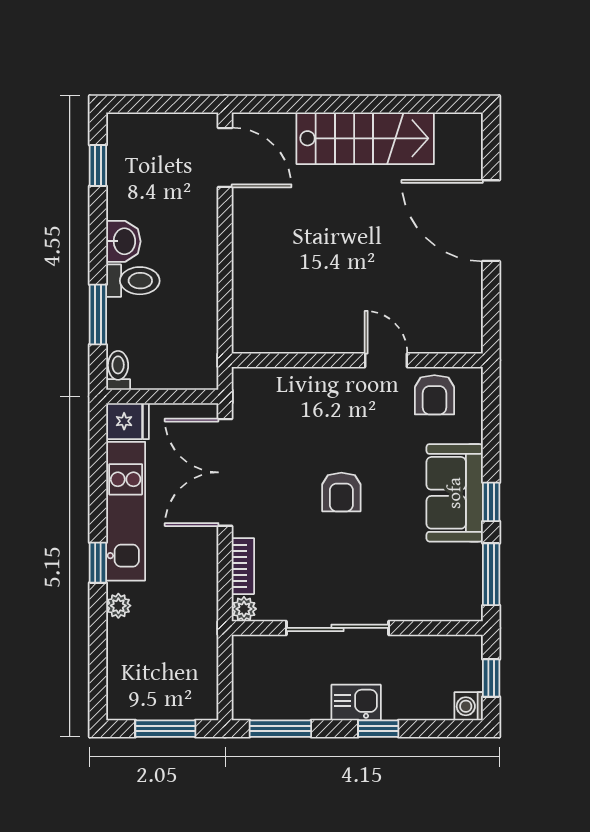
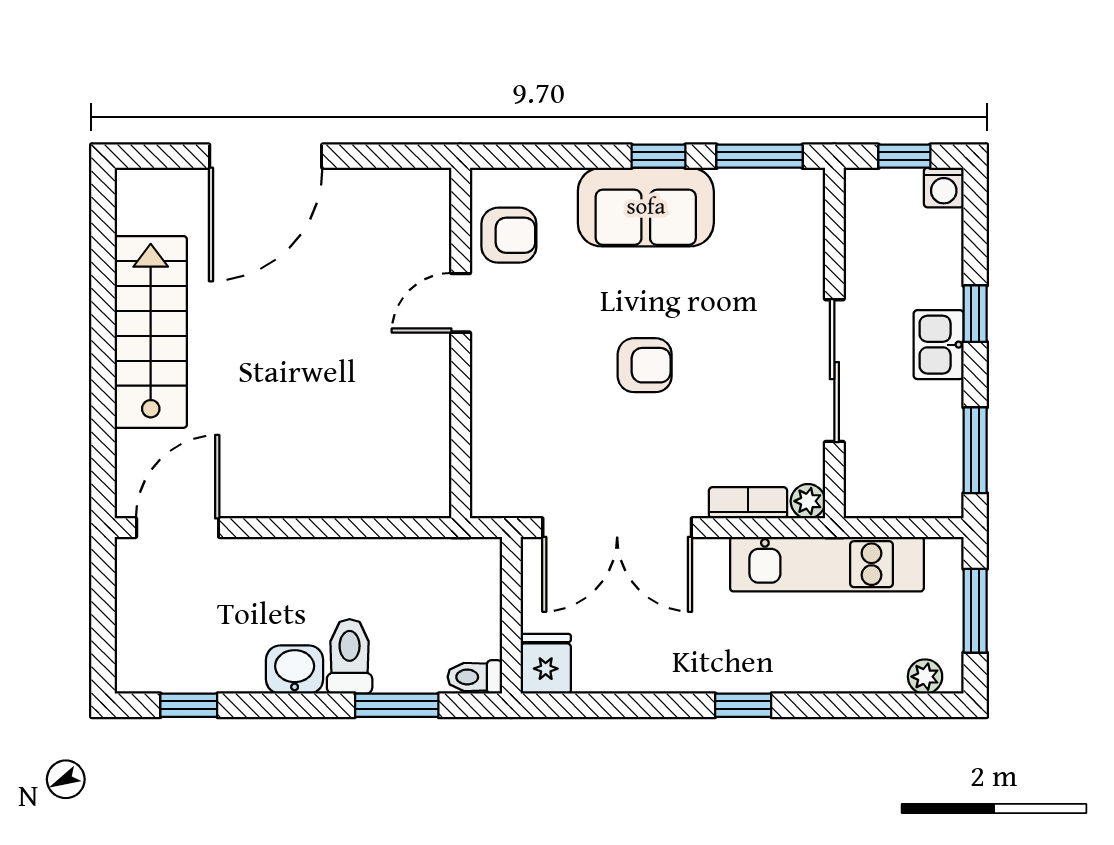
kitchen unit: (126, 511) -> (827, 564), moved, turned 180
plant: (118, 606) -> (925, 677), moved

